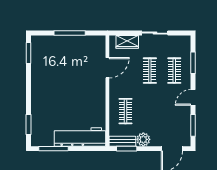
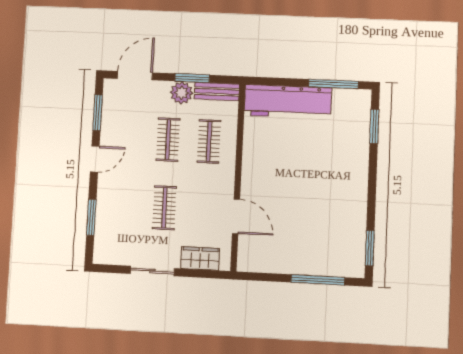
window: (70, 33) -> (318, 280), moved
door: (107, 68) -> (236, 216), swing flipped
clothes rail: (174, 71) -> (168, 140), moved
window: (127, 149) -> (192, 78), moved

